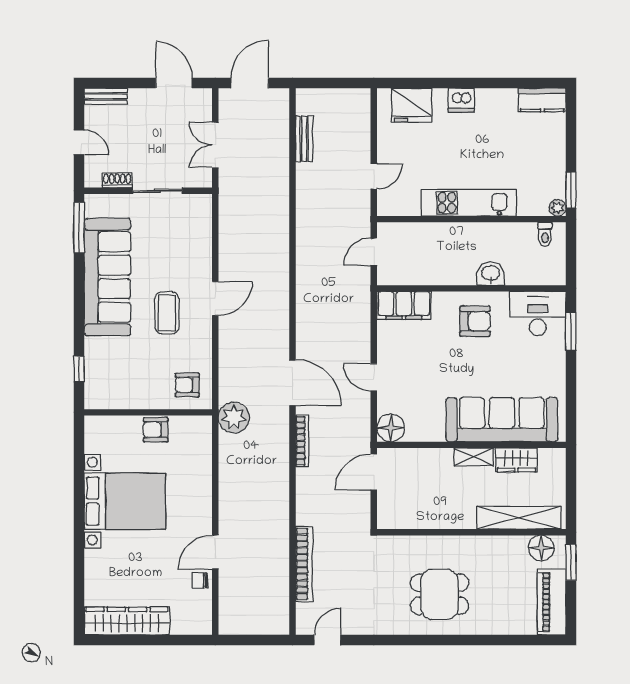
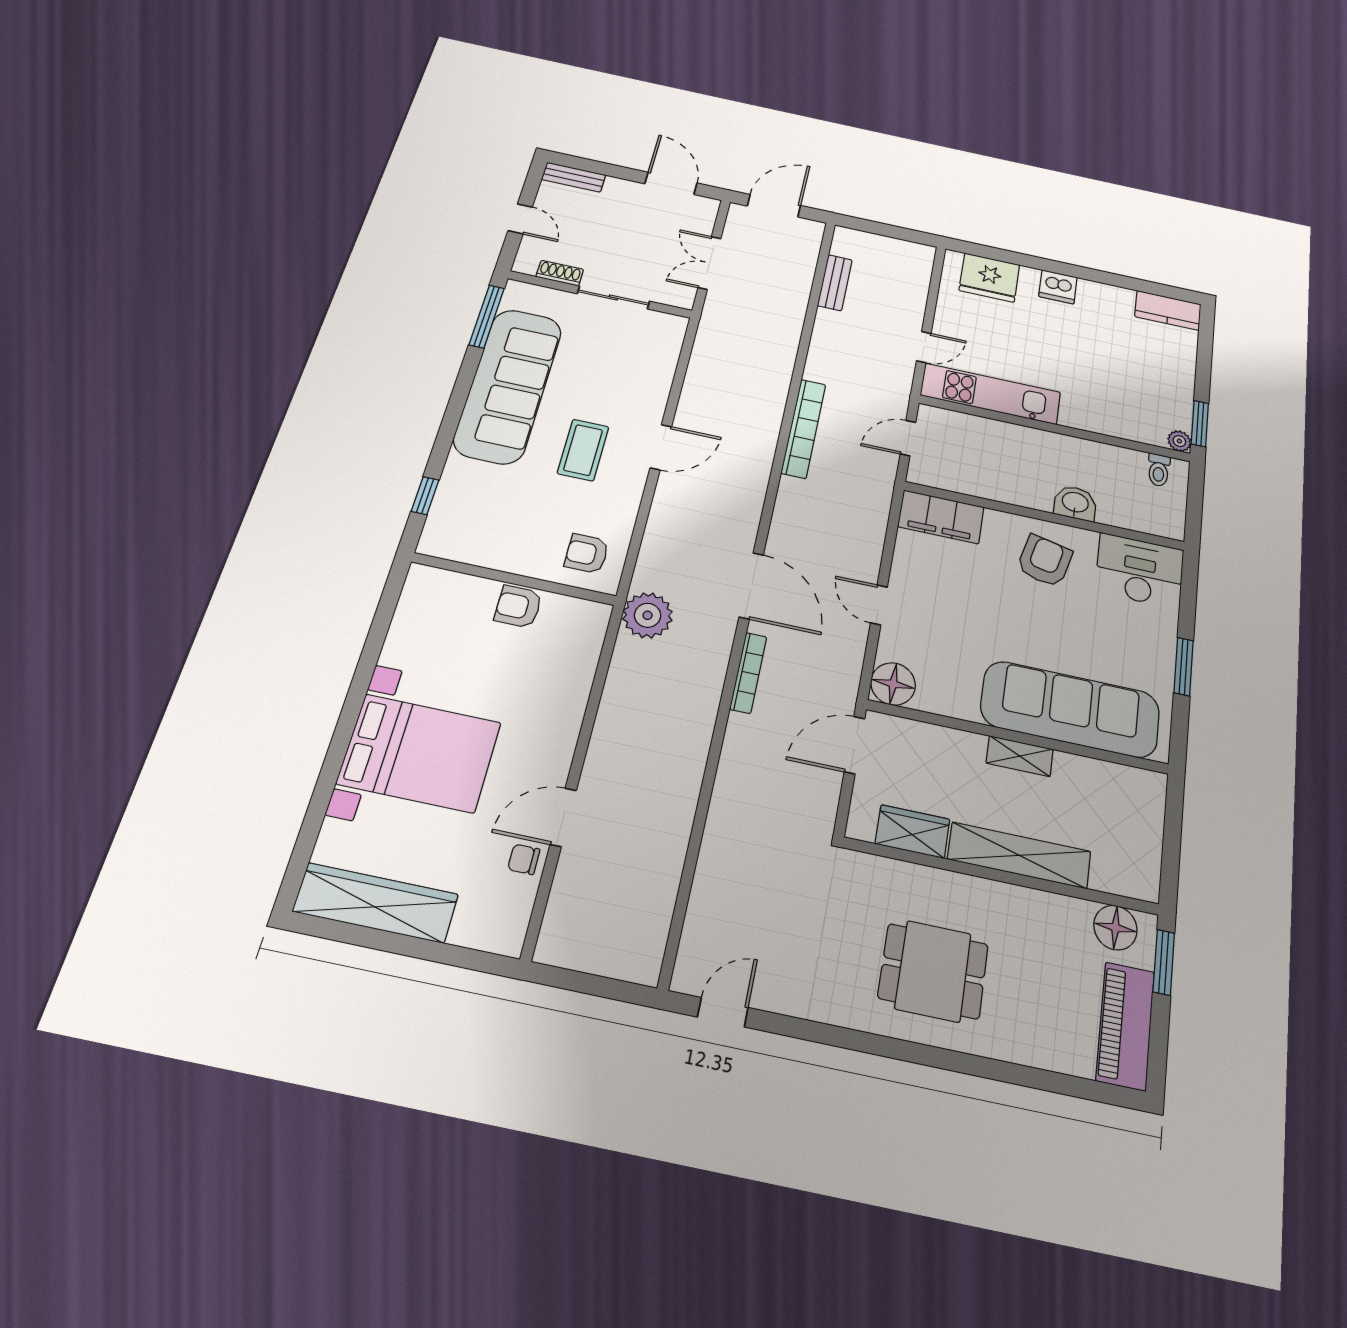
kitchen unit: (469, 203) -> (991, 394), moved
armchair: (475, 321) -> (1045, 561), turned -77
window: (571, 331) -> (1184, 667), moved
wardrobe: (516, 460) -> (913, 831), moved, turned 180
bed with nightstands: (125, 501) -> (419, 753), moved
shelving: (519, 518) -> (1019, 855), moved
bookcase: (304, 564) -> (804, 428), moved

